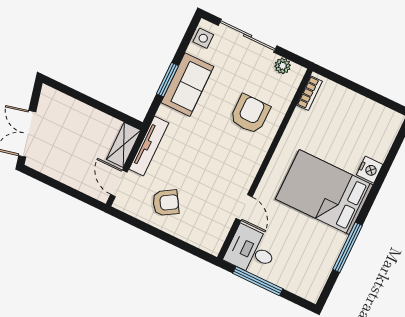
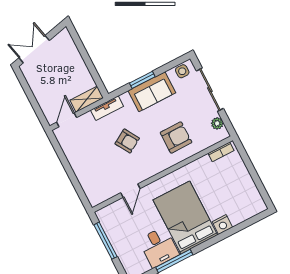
tv unit: (149, 146) -> (107, 108), width x0.71
armchair: (166, 203) -> (127, 141), moved
desk: (251, 251) -> (159, 247), moved, turned 180

